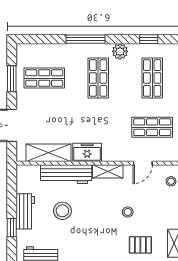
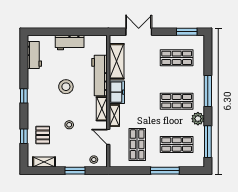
window: (149, 39) -> (208, 142), width x2.17
shop shelf: (44, 78) -> (177, 58), turned 90
window: (12, 79) -> (187, 32), moved
shelving: (116, 156) -> (114, 115), added
stool: (62, 211) -> (66, 87), moved
window: (12, 228) -> (57, 32), removed

